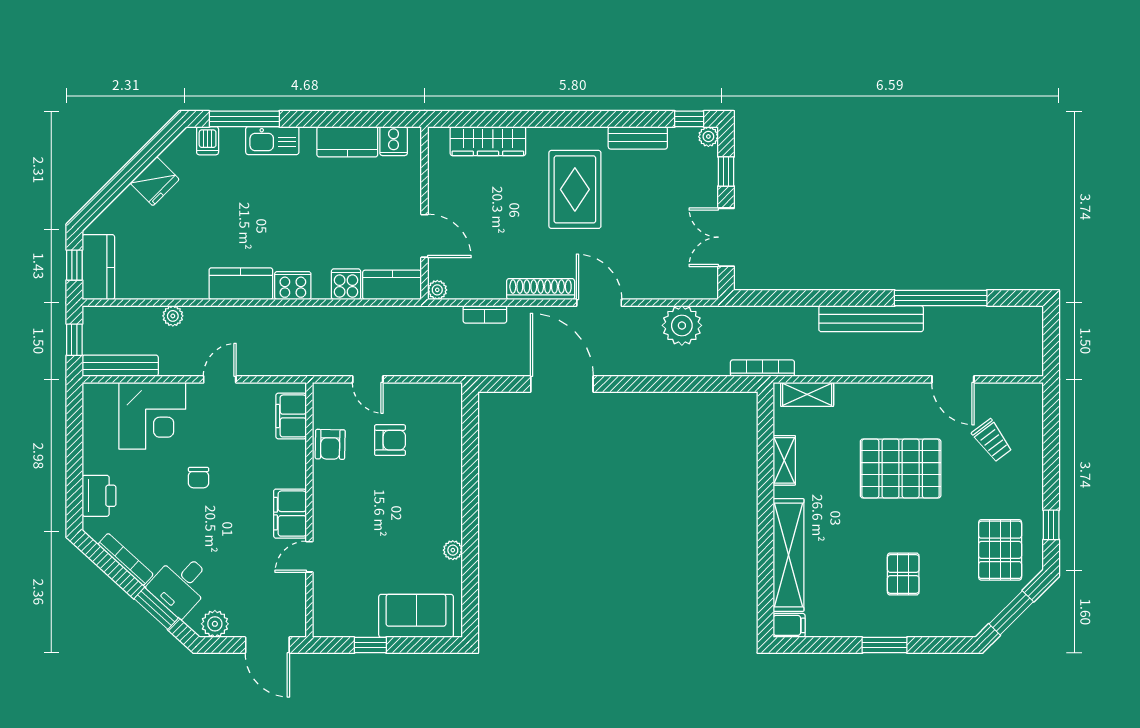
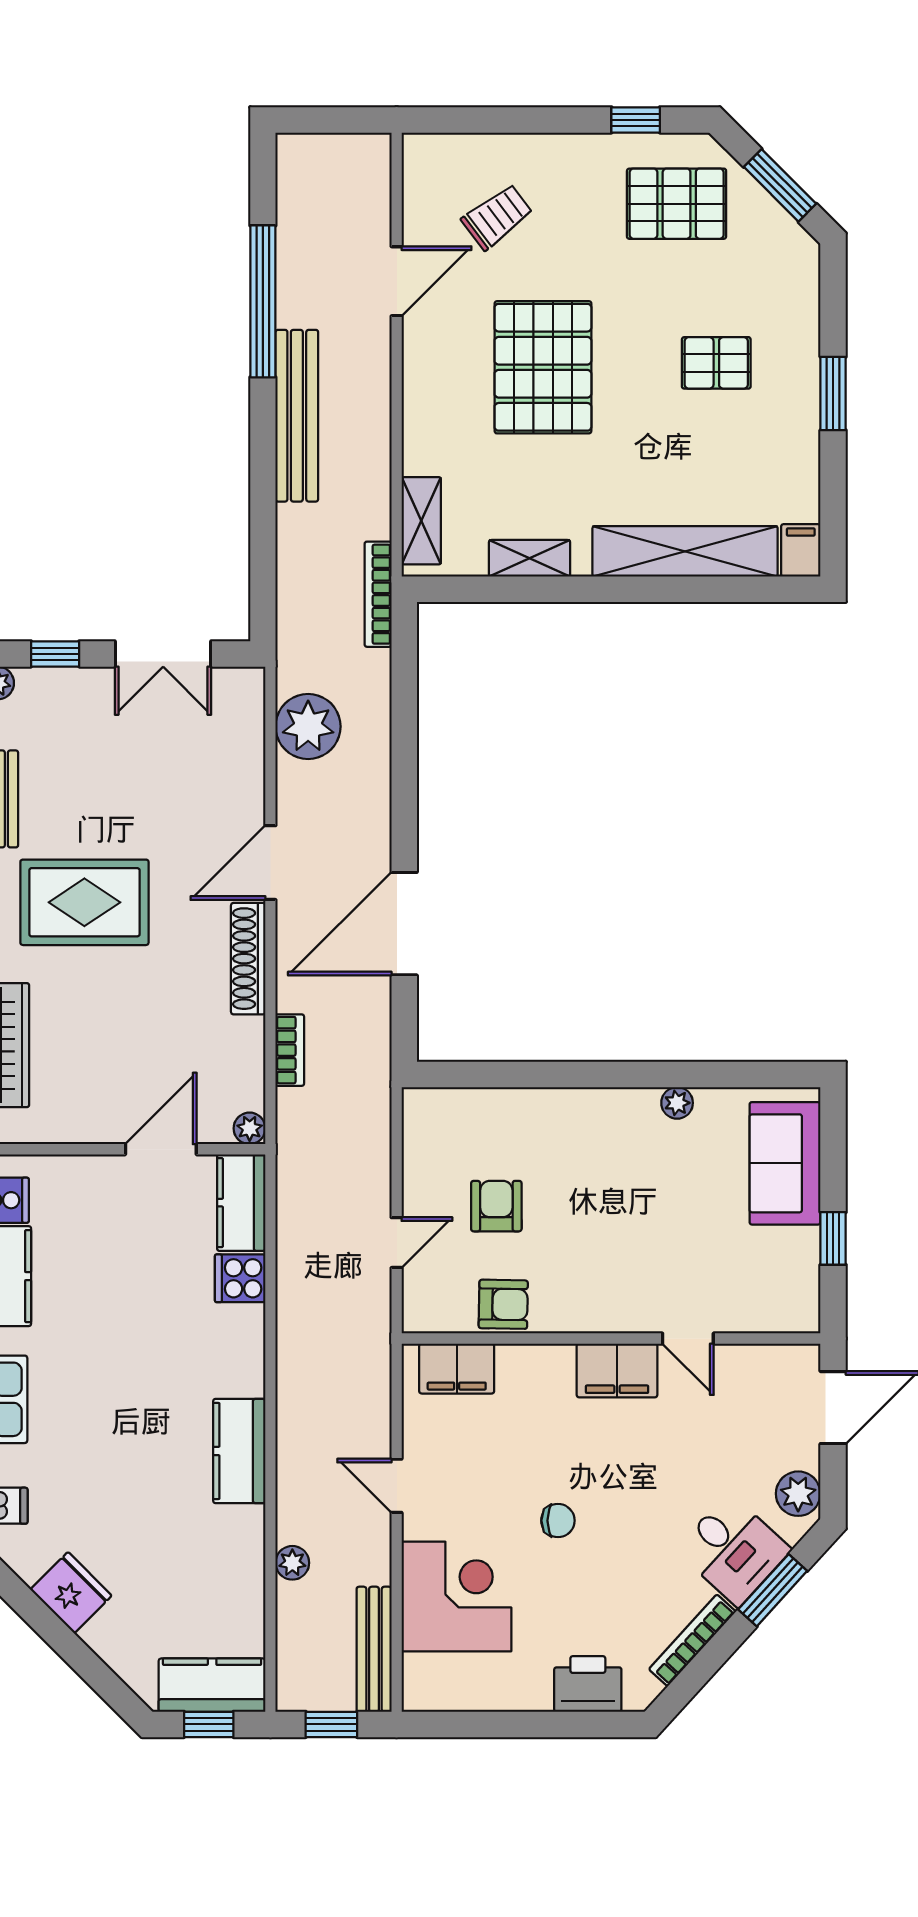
cooker: (293, 286) -> (242, 1366), removed

